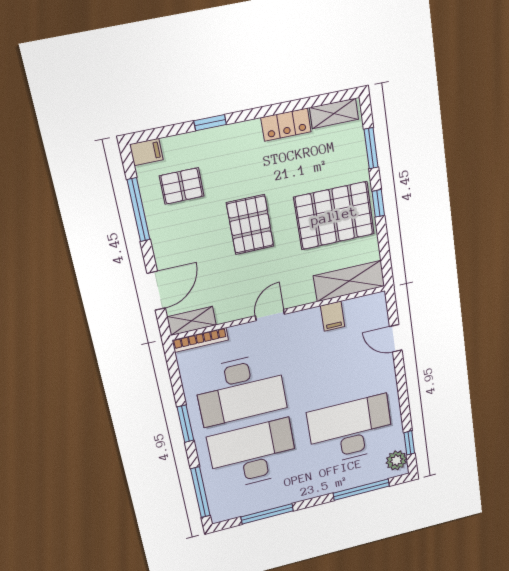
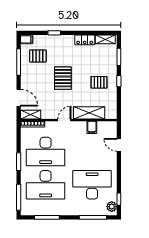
pallet: (334, 216) -> (99, 82), width x0.49, depth x0.50
shelving: (349, 281) -> (89, 113), moved
door: (156, 291) -> (19, 98), hinge flipped
desk: (253, 454) -> (46, 185), turned 180

